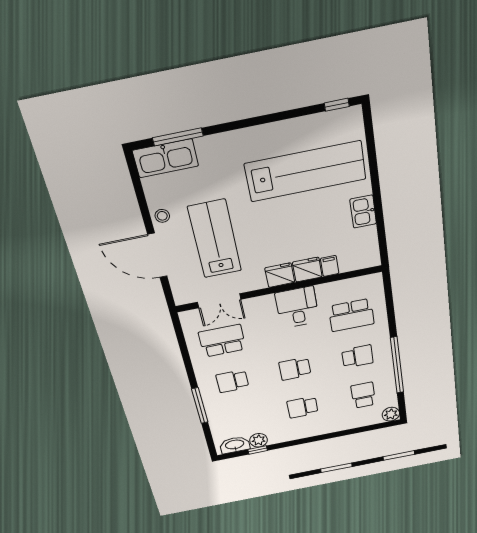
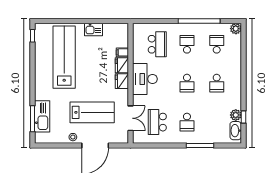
kitchen sink: (166, 158) -> (42, 116), moved
lab bench: (215, 239) -> (92, 112), turned 180
desk: (297, 307) -> (145, 79), width x1.37
school desk: (363, 395) -> (217, 44), turned 90

